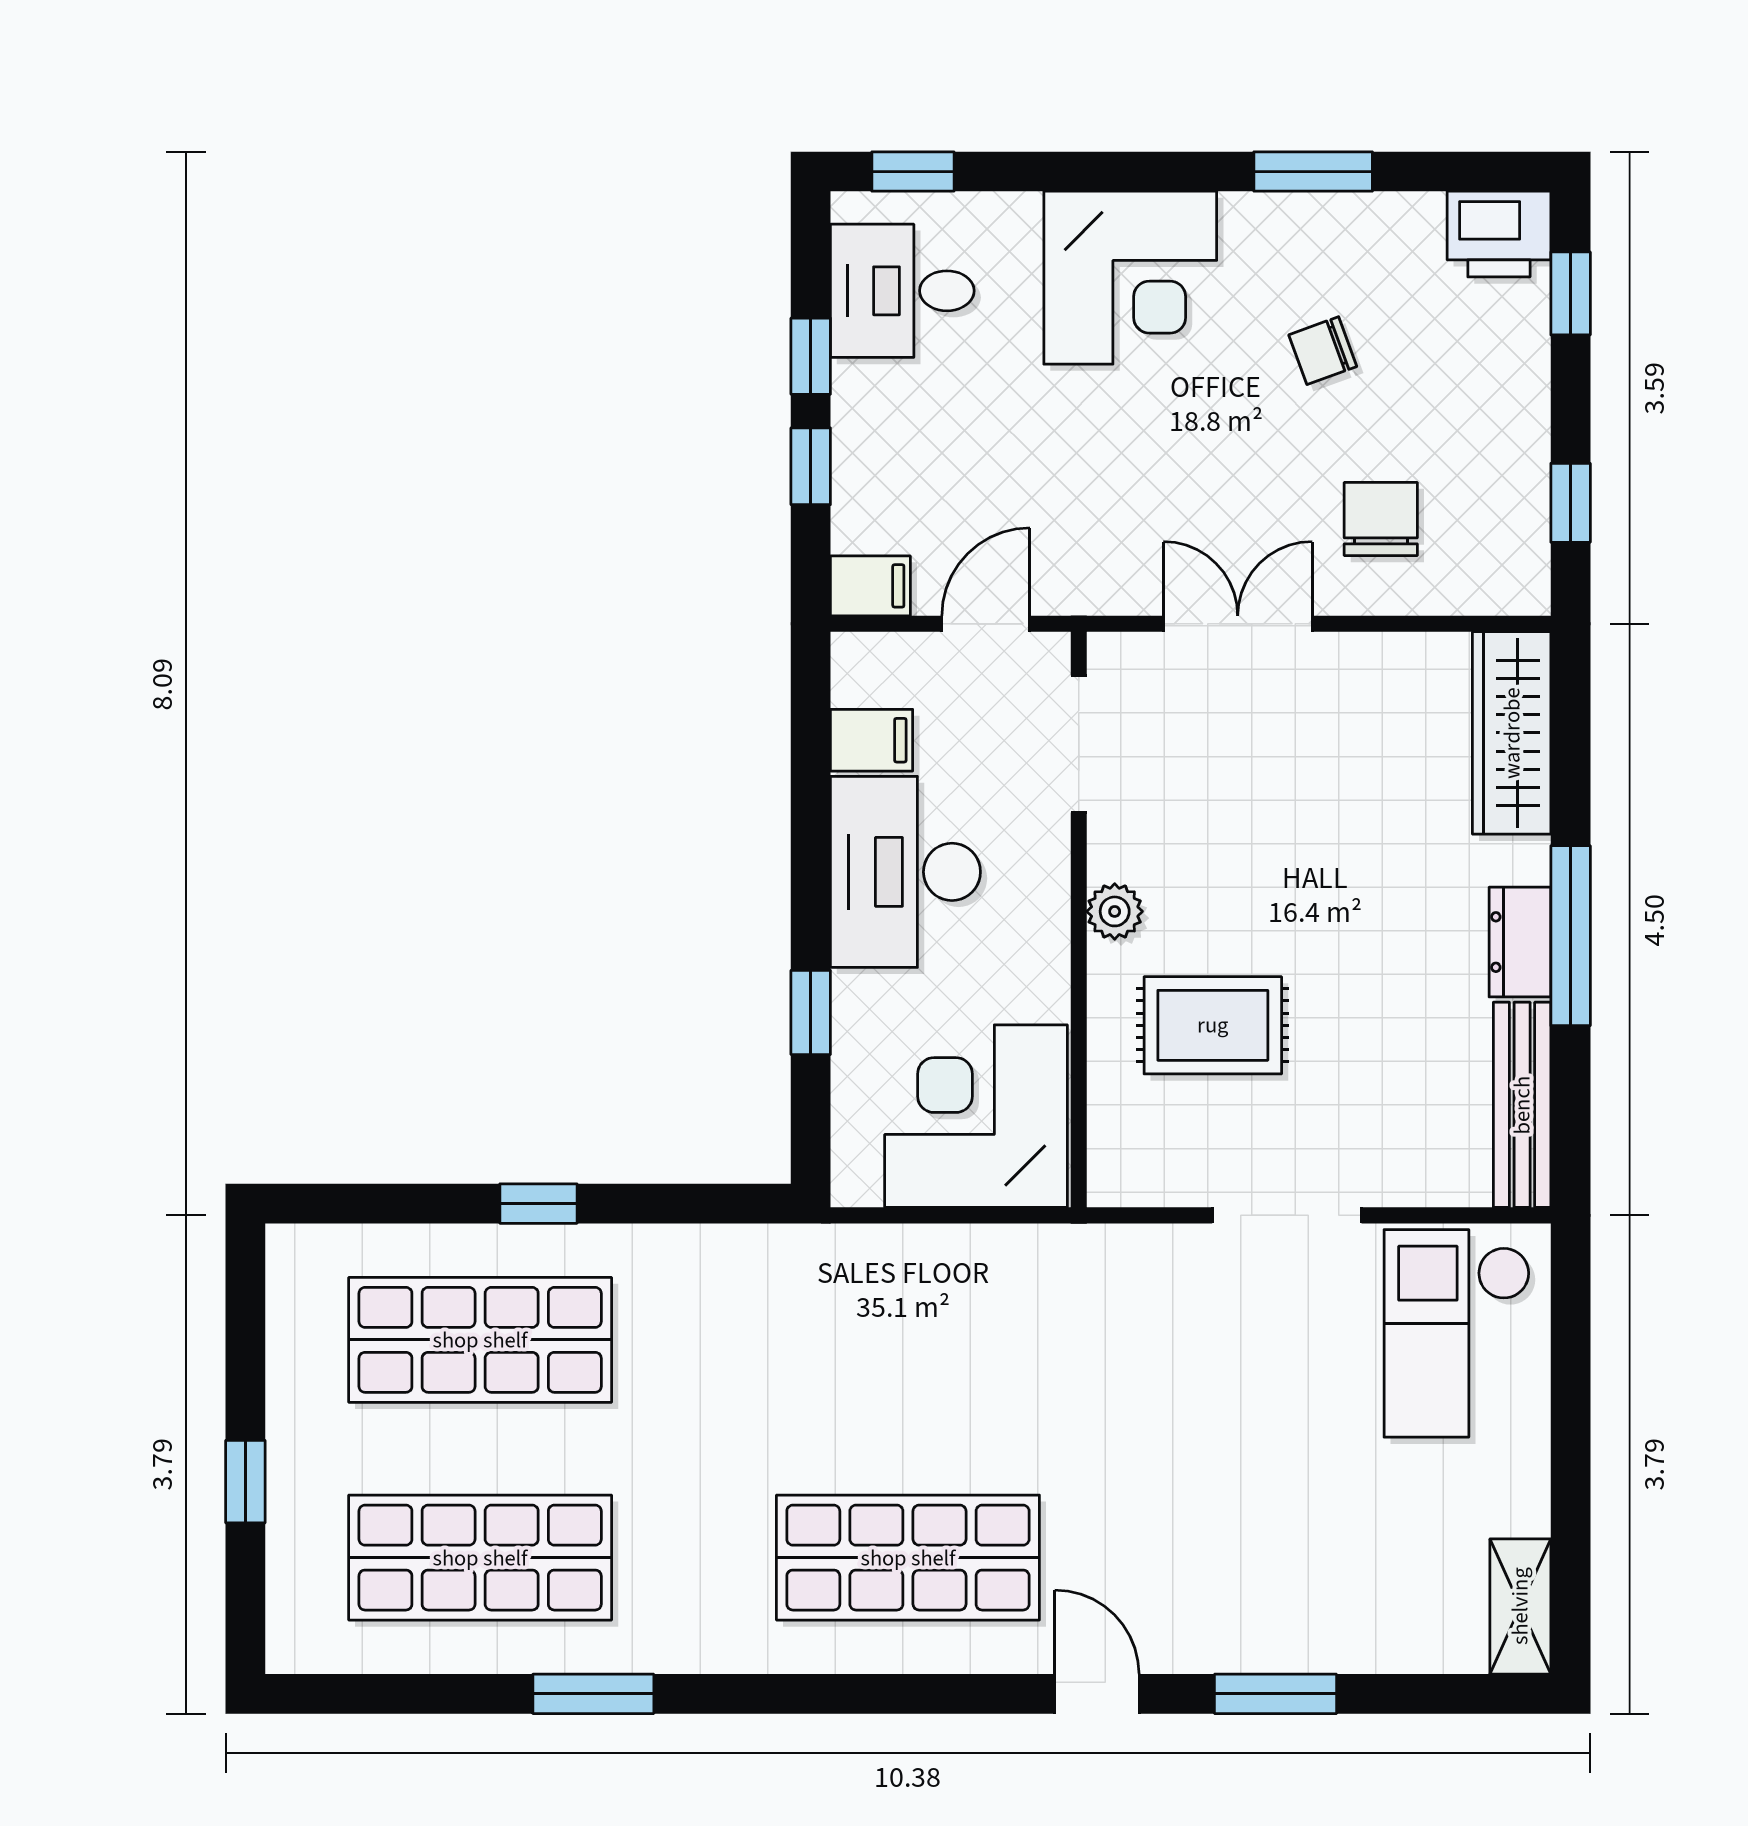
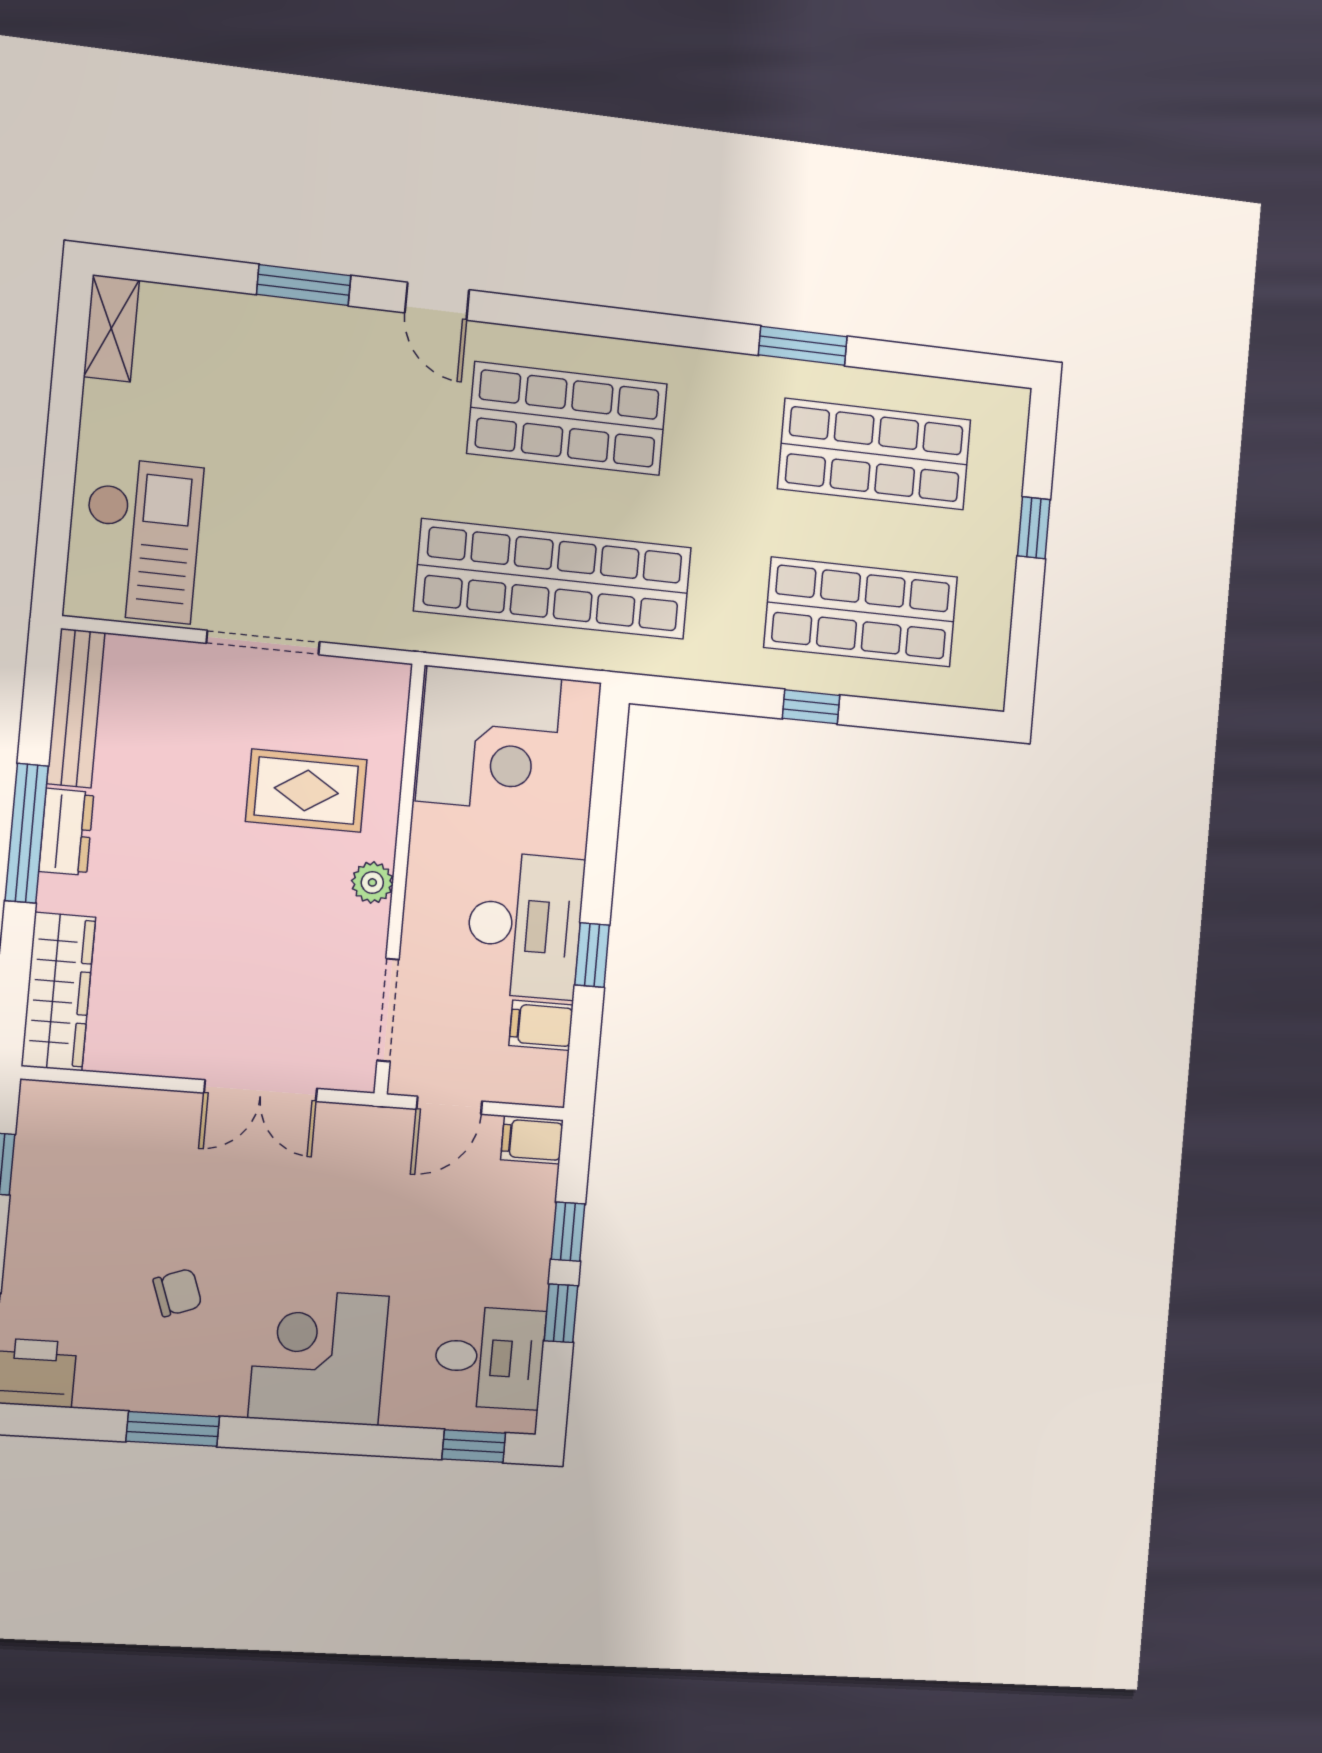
chair: (1381, 519) -> (145, 1162), removed
window: (811, 1012) -> (592, 955), moved
shop shelf: (908, 1340) -> (553, 579), added

